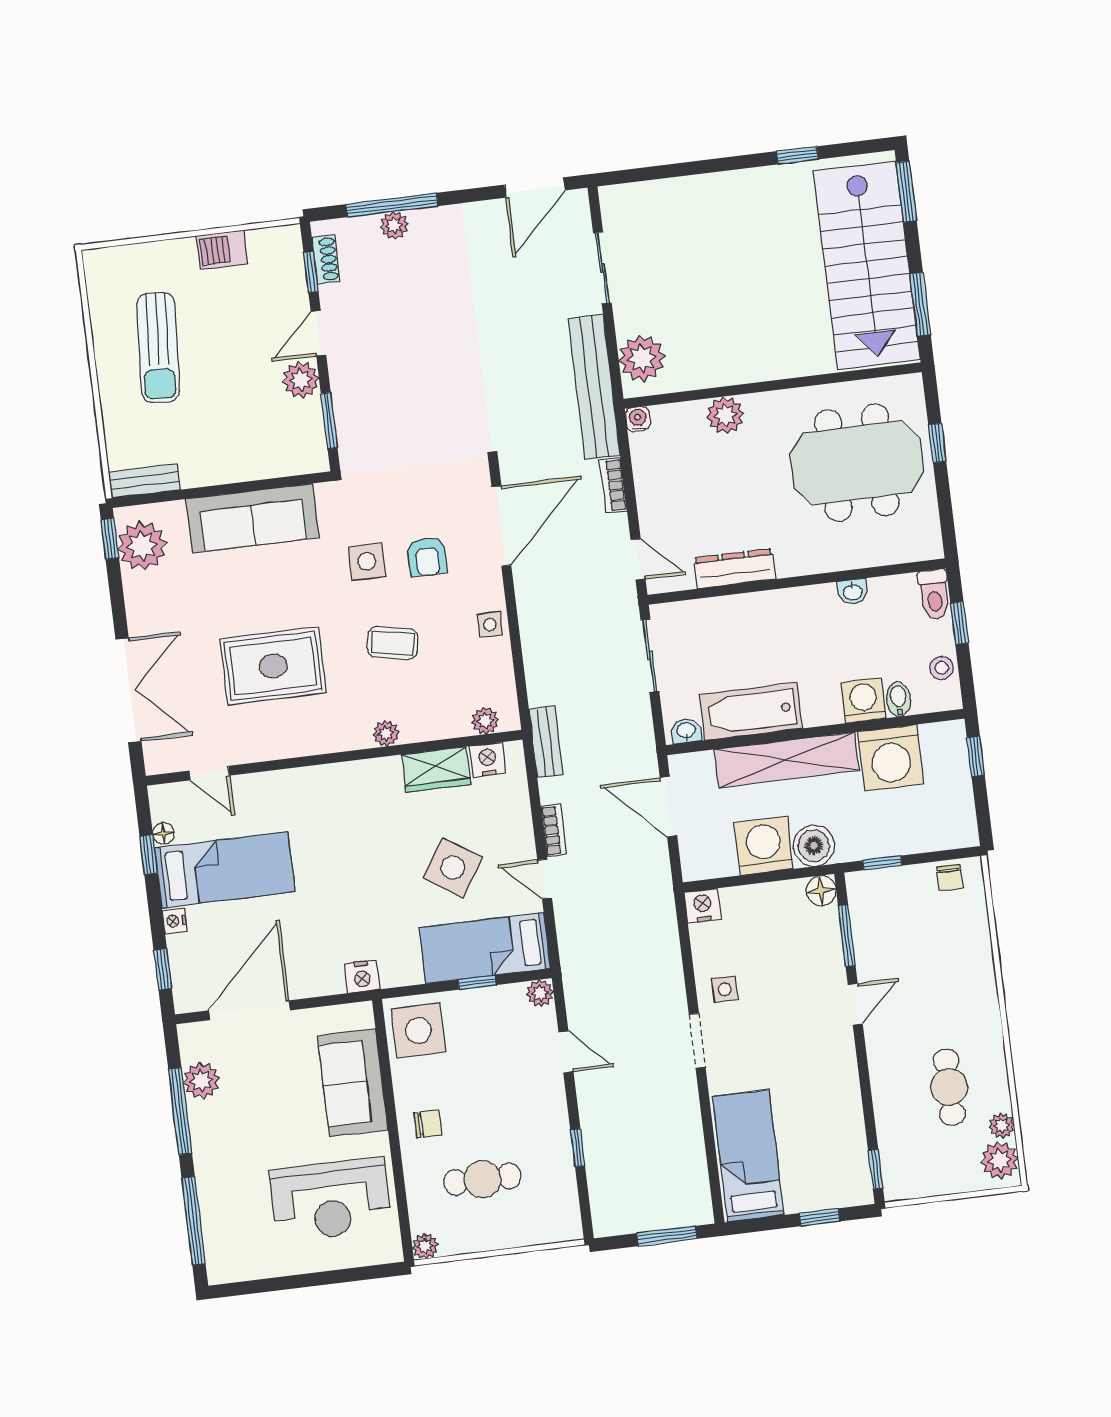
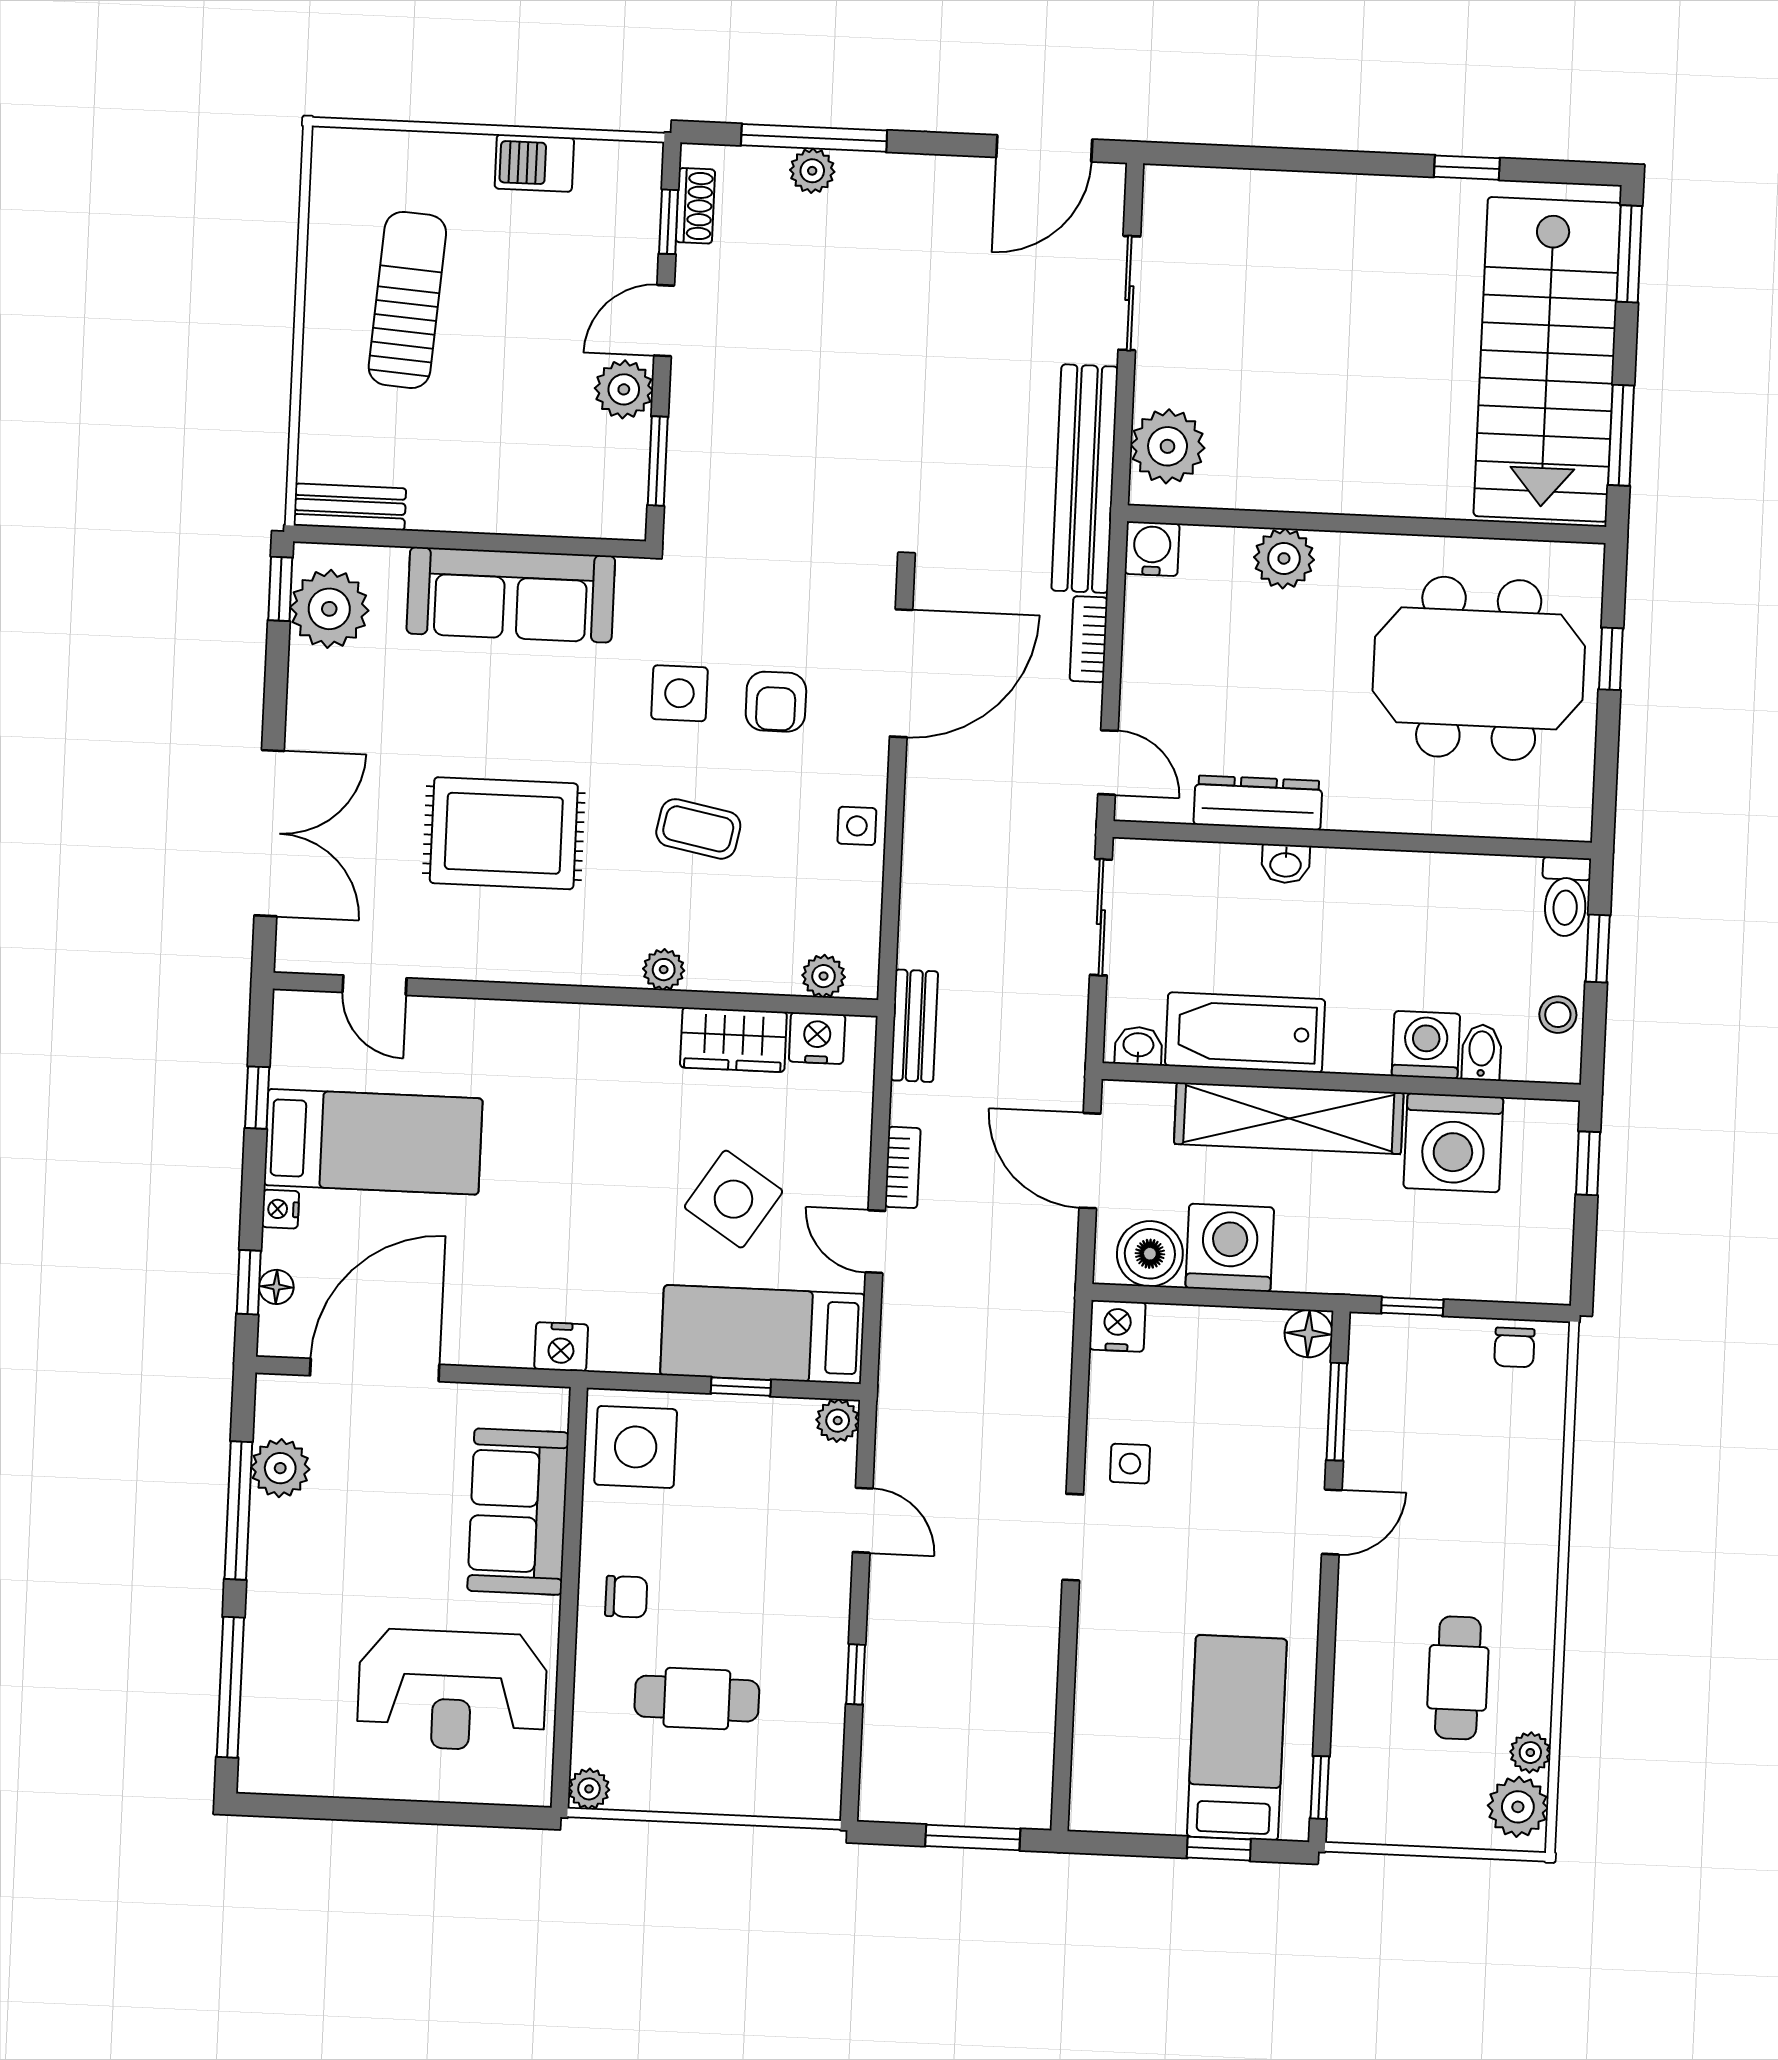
sun lounger: (158, 347) -> (407, 300), turned 180
water cooler: (638, 419) -> (1152, 549), width x1.38, depth x1.38
washbasin: (853, 592) -> (1286, 864), moved
floor lamp: (163, 833) -> (276, 1287), moved
boiler: (814, 846) -> (1150, 1254), moved
bed: (748, 1156) -> (1237, 1738), moved

